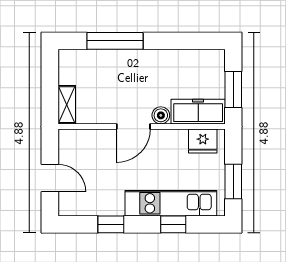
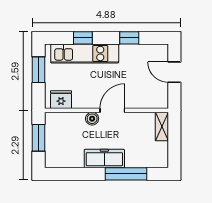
freezer: (198, 112) -> (104, 158), moved, turned 180

